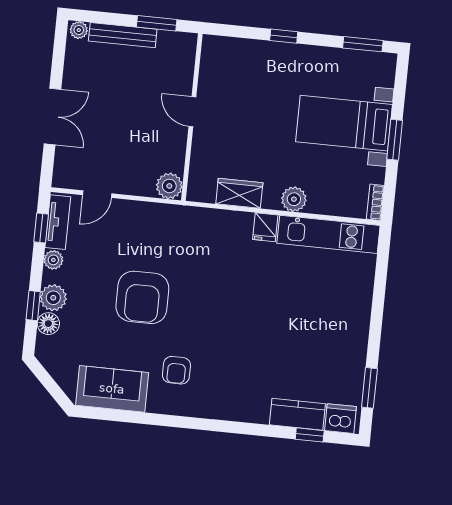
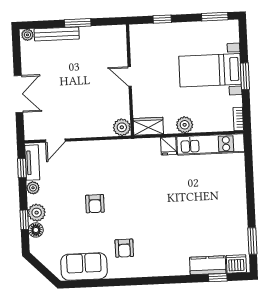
door: (192, 112) -> (130, 76), moved
wall: (192, 117) -> (130, 80), moved
plant: (169, 186) -> (122, 127), moved
armchair: (142, 297) -> (95, 204), width x0.53, depth x0.53

